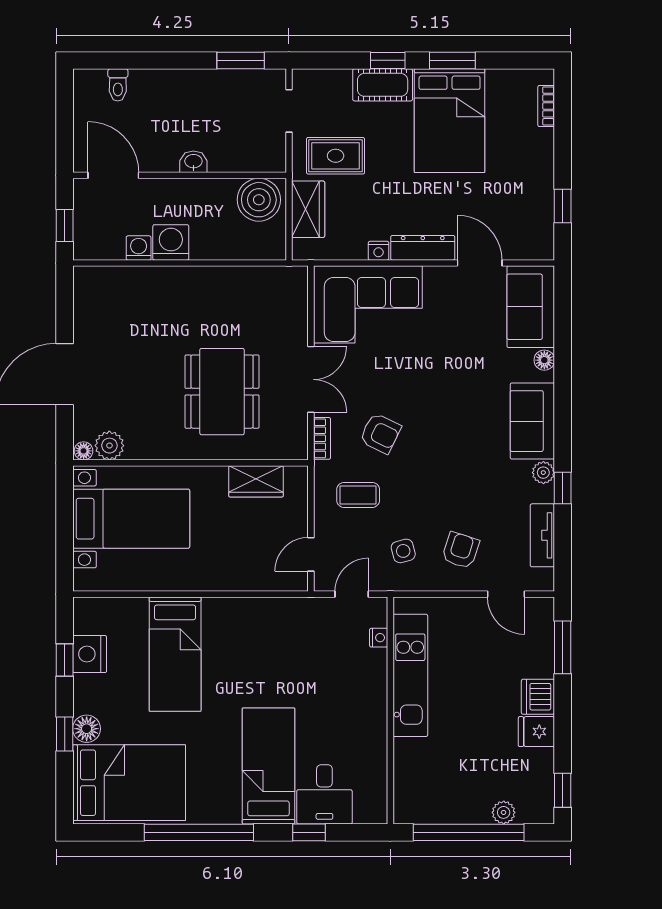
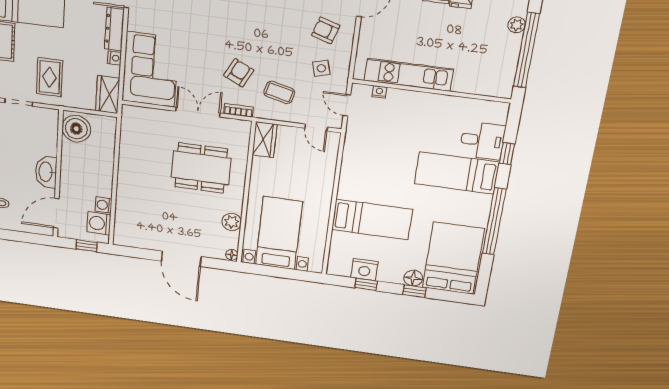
washbasin: (193, 162) -> (46, 172), width x1.91, depth x1.45
wardrobe: (308, 209) -> (108, 95), moved, turned -90
washing machine: (171, 242) -> (99, 223), moved
plant: (109, 446) -> (232, 222), moved
wardrobe: (256, 481) -> (265, 140), moved
coffee table: (358, 495) -> (279, 92), turned -76

